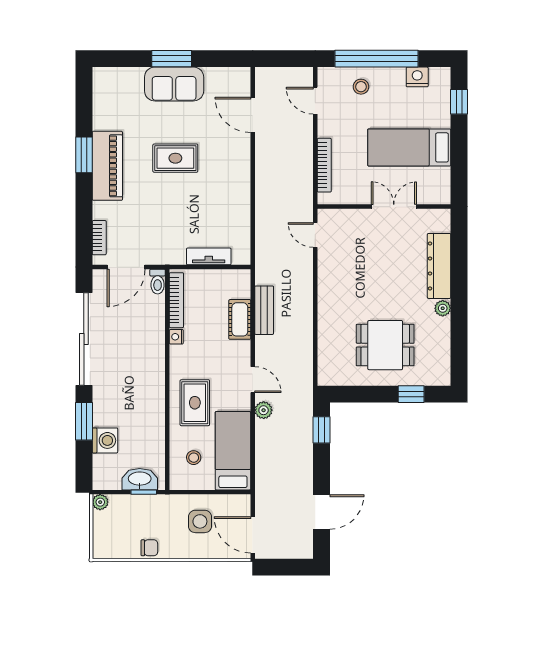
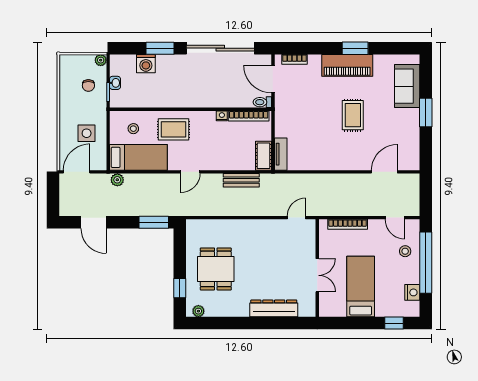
sofa: (174, 84) -> (407, 86), moved
door: (315, 101) -> (395, 218), swing flipped
tv unit: (209, 256) -> (281, 154), moved
plant: (443, 308) -> (198, 311), moved
cot: (240, 319) -> (264, 156), moved, turned 90
plant: (264, 410) -> (117, 180), moved
window: (321, 430) -> (154, 222), width x1.50
washbasin: (140, 479) -> (115, 83), width x0.52, depth x0.69
chair: (149, 548) -> (88, 86), moved

